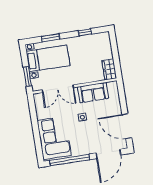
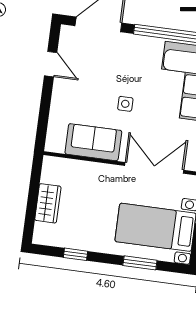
wardrobe: (109, 69) -> (48, 203), moved
door: (127, 126) -> (51, 64), width x0.53

